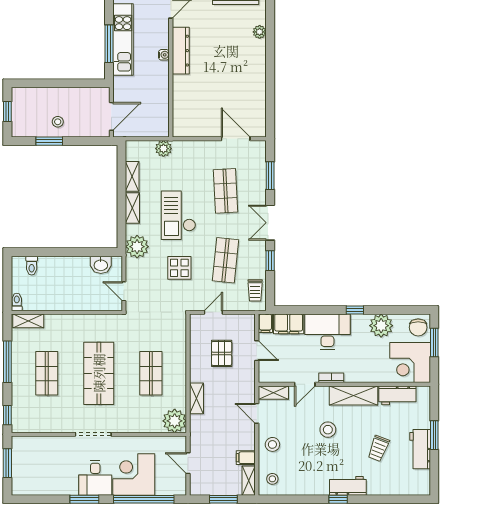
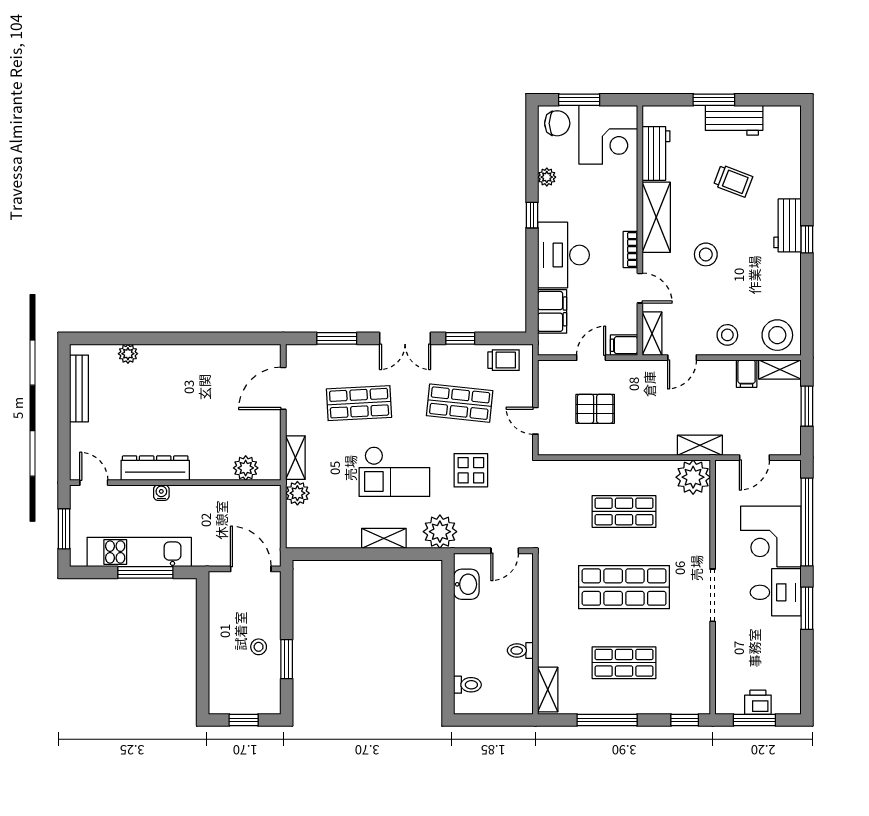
plant: (181, 113) -> (246, 468), added
shelving: (132, 176) -> (295, 458), moved, turned 90
toilet: (17, 302) -> (520, 650), moved
filing cabinet: (265, 323) -> (624, 345), moved, turned 180
plant: (381, 326) -> (547, 177), width x0.53, depth x0.53
shelving: (197, 398) -> (700, 445), moved
printer: (20, 466) -> (758, 702), added
stool: (272, 479) -> (777, 335), width x1.89, depth x1.89

